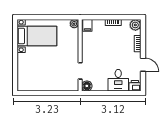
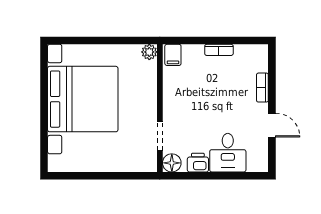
plant: (135, 25) -> (258, 54), removed
bed with nightstands: (37, 36) -> (83, 99), width x1.85
printer: (135, 86) -> (198, 163), moved

